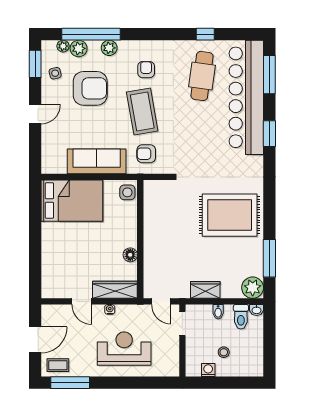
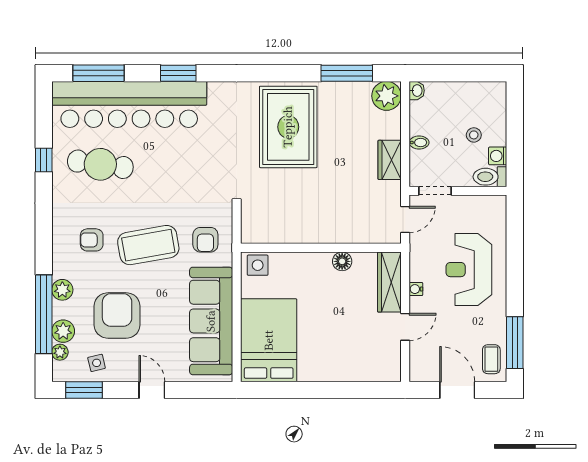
sofa: (97, 161) -> (211, 321), width x1.36, depth x1.27
toilet: (241, 317) -> (490, 177), moved, turned 180

